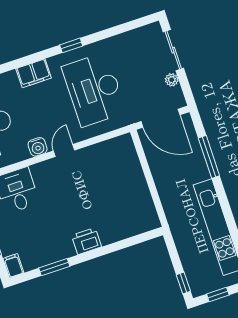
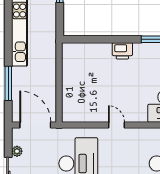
water cooler: (38, 147) -> (136, 134), removed
door: (64, 150) -> (116, 125), swing flipped

